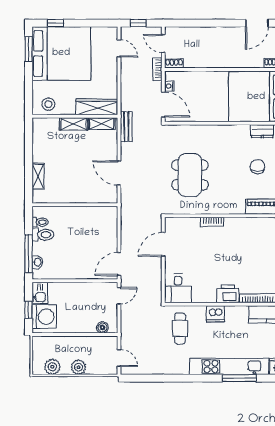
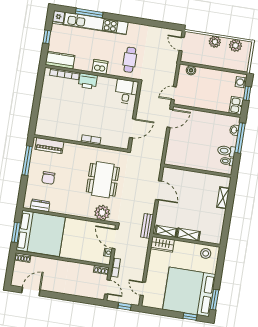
wardrobe: (97, 107) -> (162, 244), width x0.67
plant: (184, 134) -> (102, 213), added
washing machine: (44, 317) -> (241, 82), width x0.53, depth x0.53

